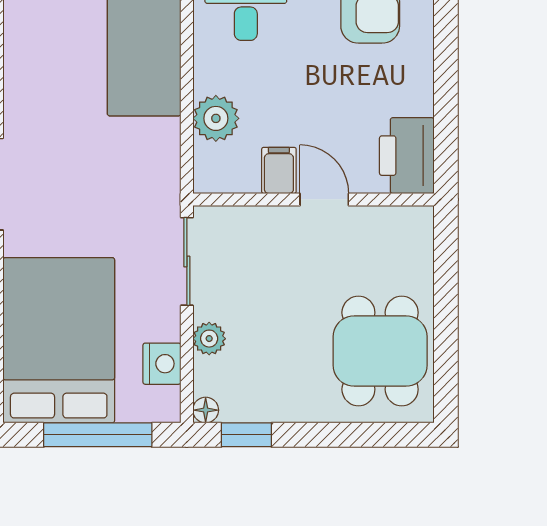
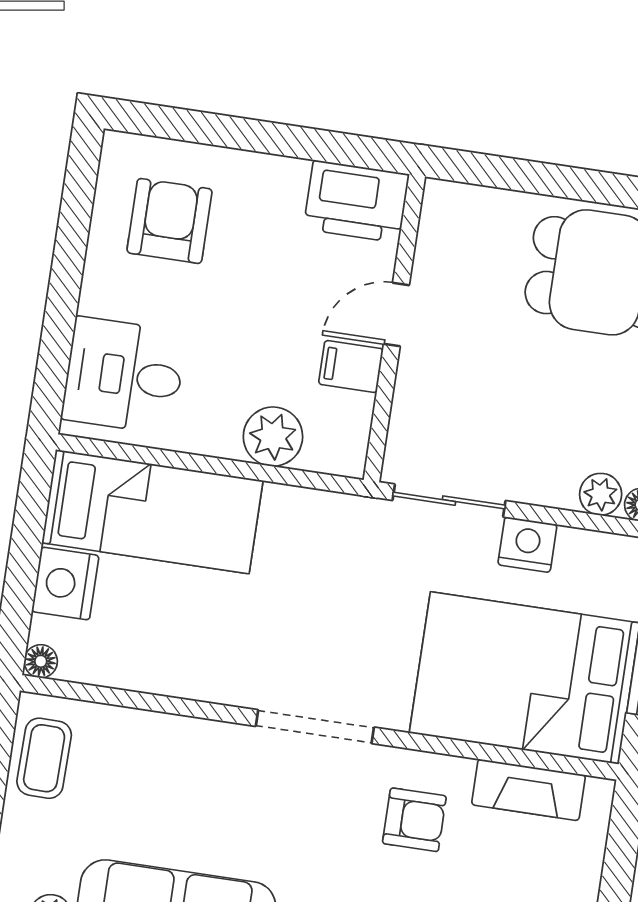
plant: (209, 339) -> (601, 494), moved
nightstand: (162, 364) -> (527, 545), moved

